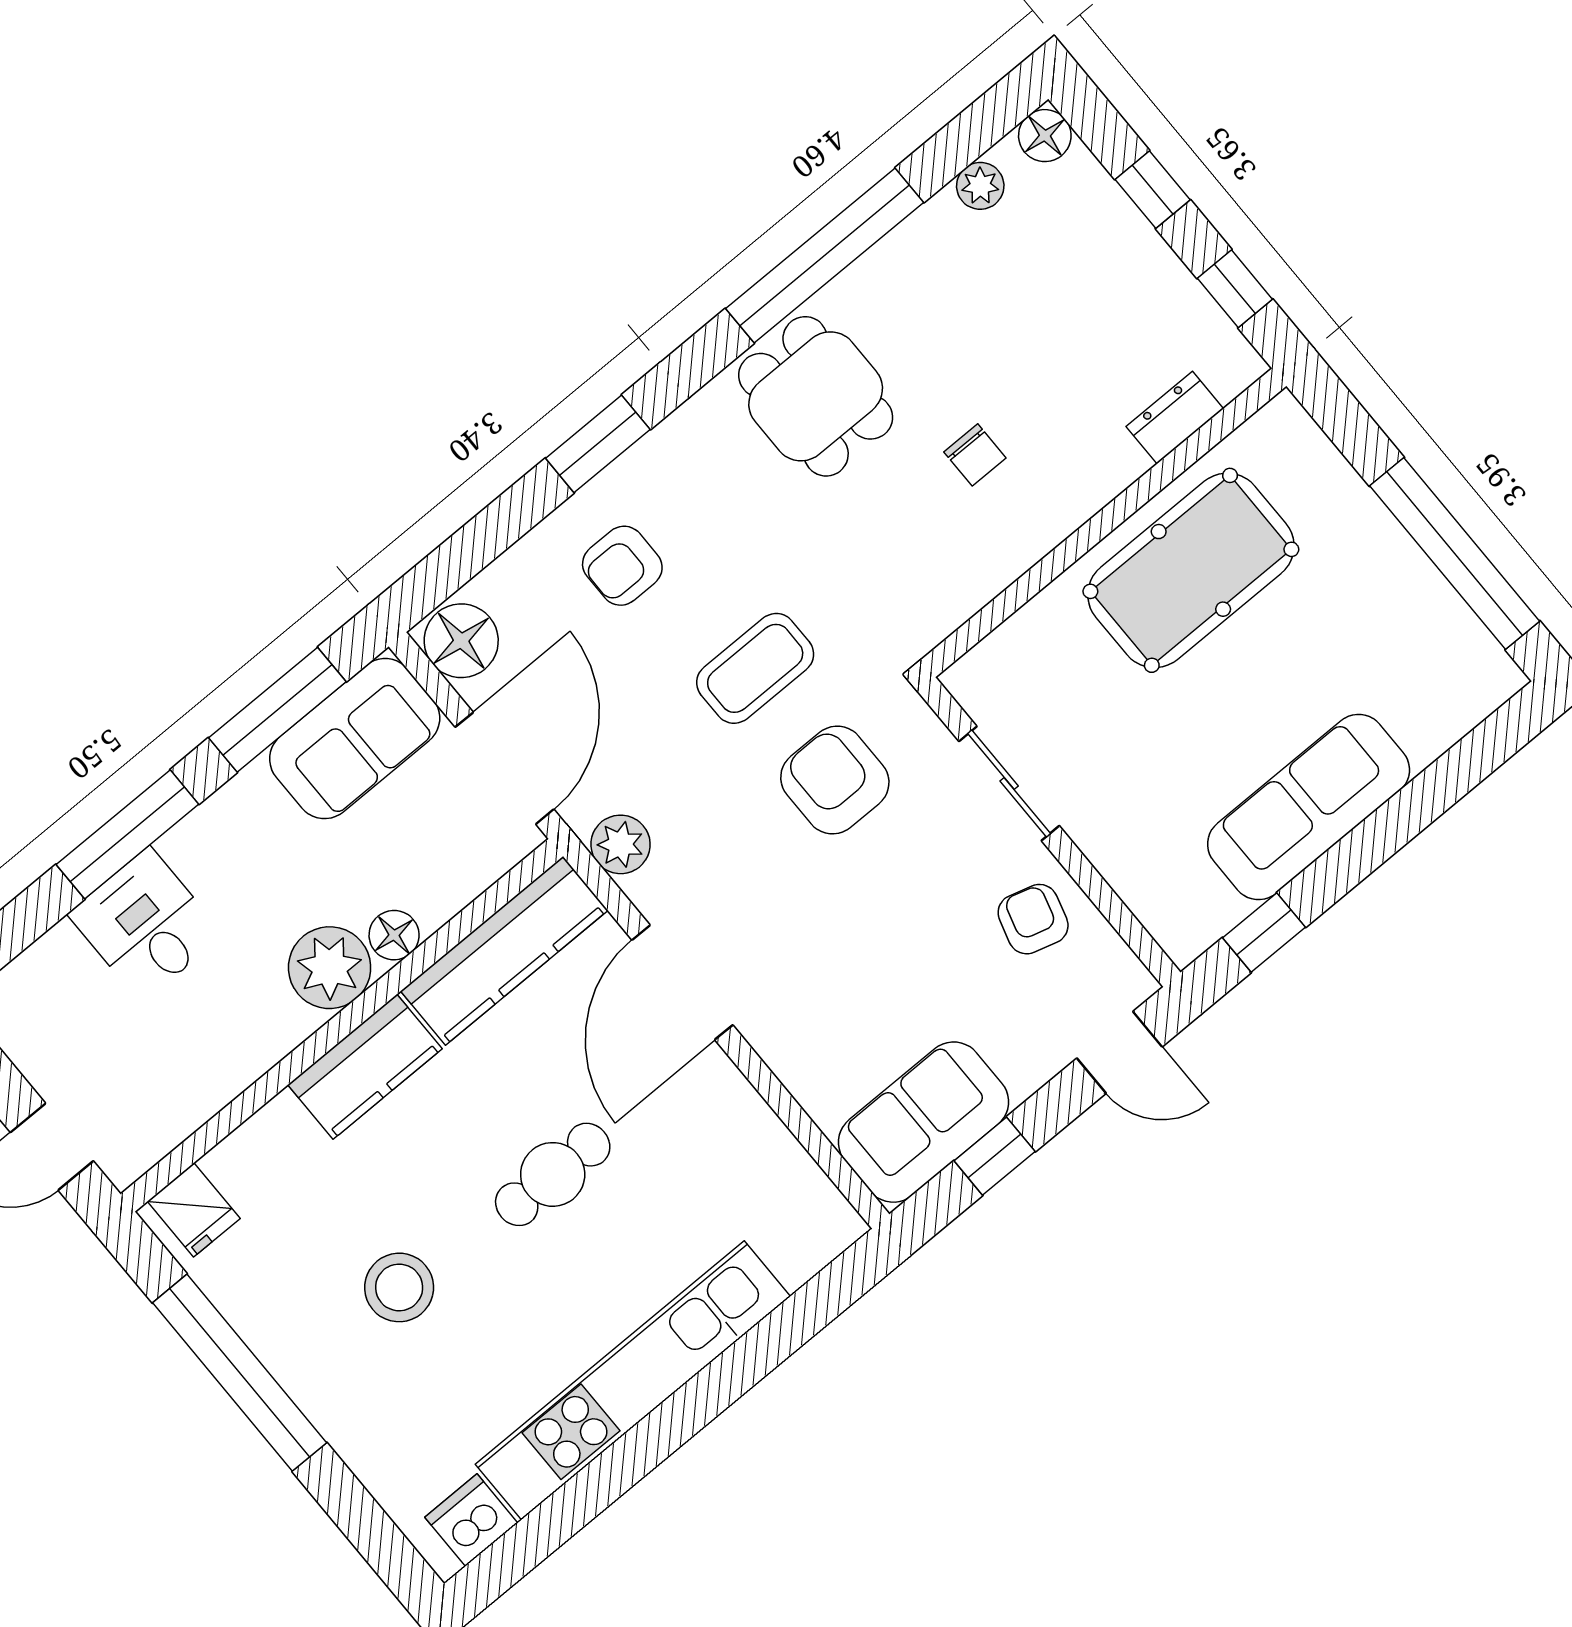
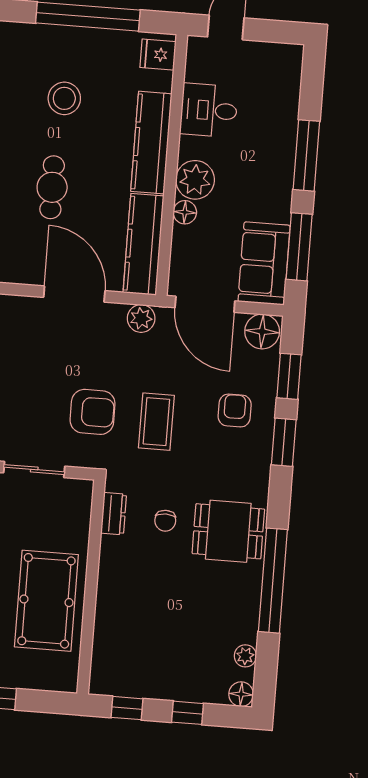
dresser: (1175, 418) -> (114, 514), moved
chair: (975, 455) -> (165, 521), moved, turned -90
window: (490, 534) -> (289, 376), added
desk: (146, 924) -> (209, 110), moved, turned 180
kitchen counter: (365, 1067) -> (151, 143), width x1.50

